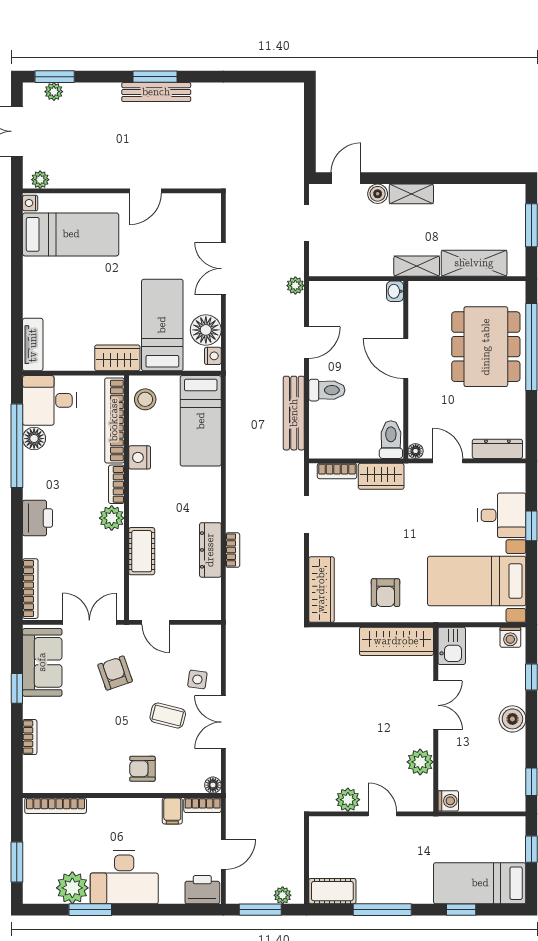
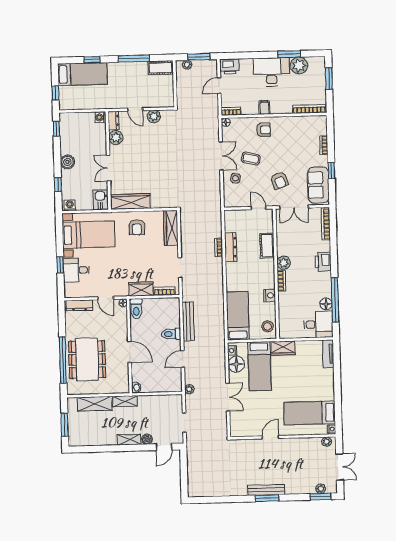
bookcase: (114, 420) -> (283, 315), removed
armchair: (385, 593) -> (137, 227), turned 180
dresser: (424, 794) -> (114, 120), added
filing cabinet: (172, 811) -> (264, 107), moved

